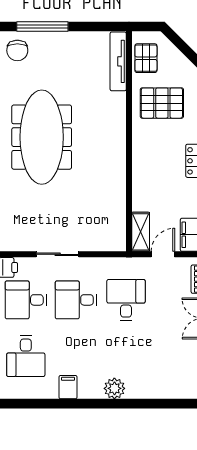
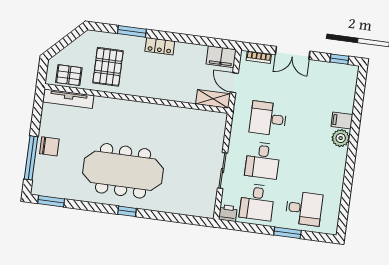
chair: (17, 50) -> (49, 146), moved
filing cabinet: (68, 387) -> (342, 121), moved

